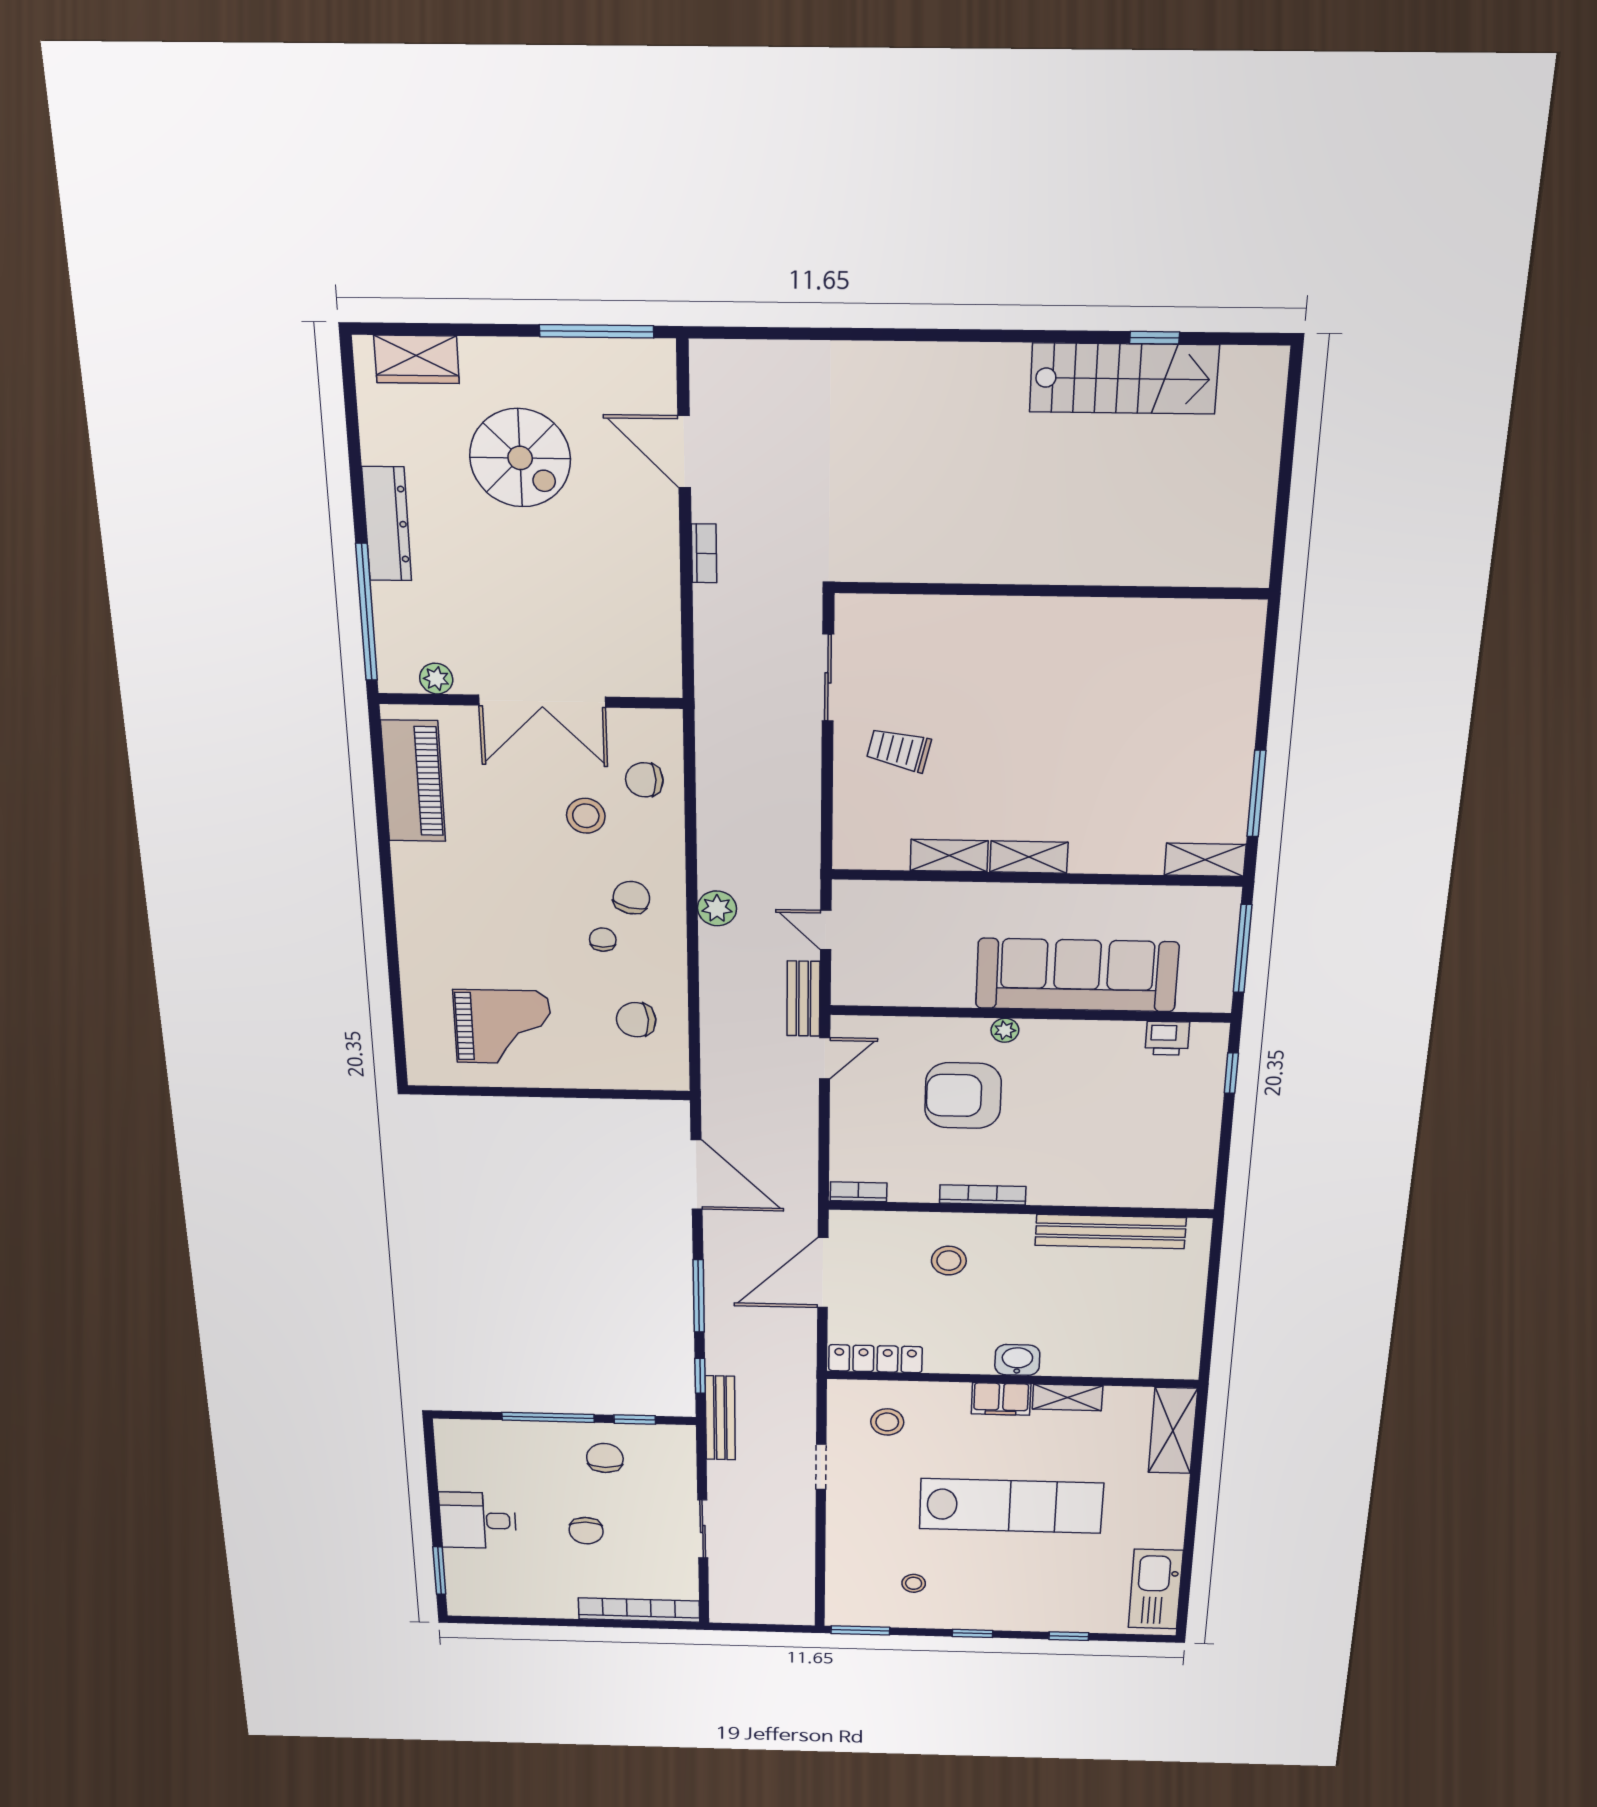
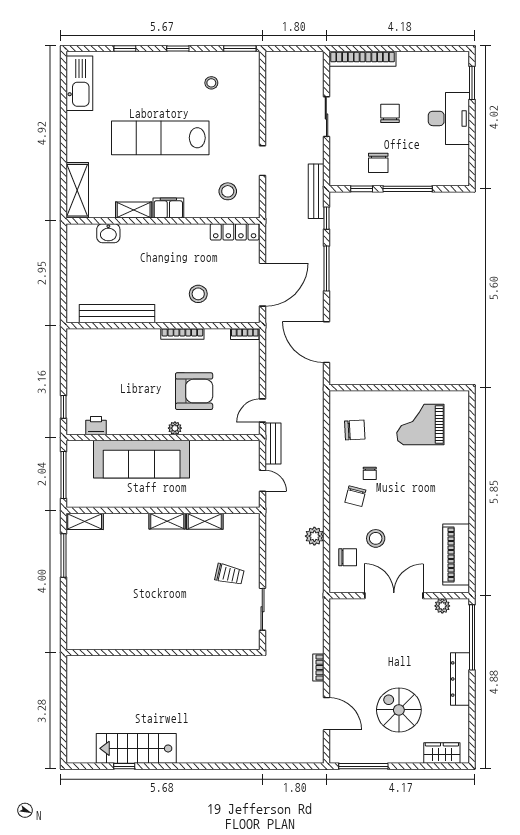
plant: (717, 908) -> (314, 536), moved
washbasin: (1017, 1360) -> (108, 233), moved
desk: (478, 1520) -> (449, 118), width x1.37

